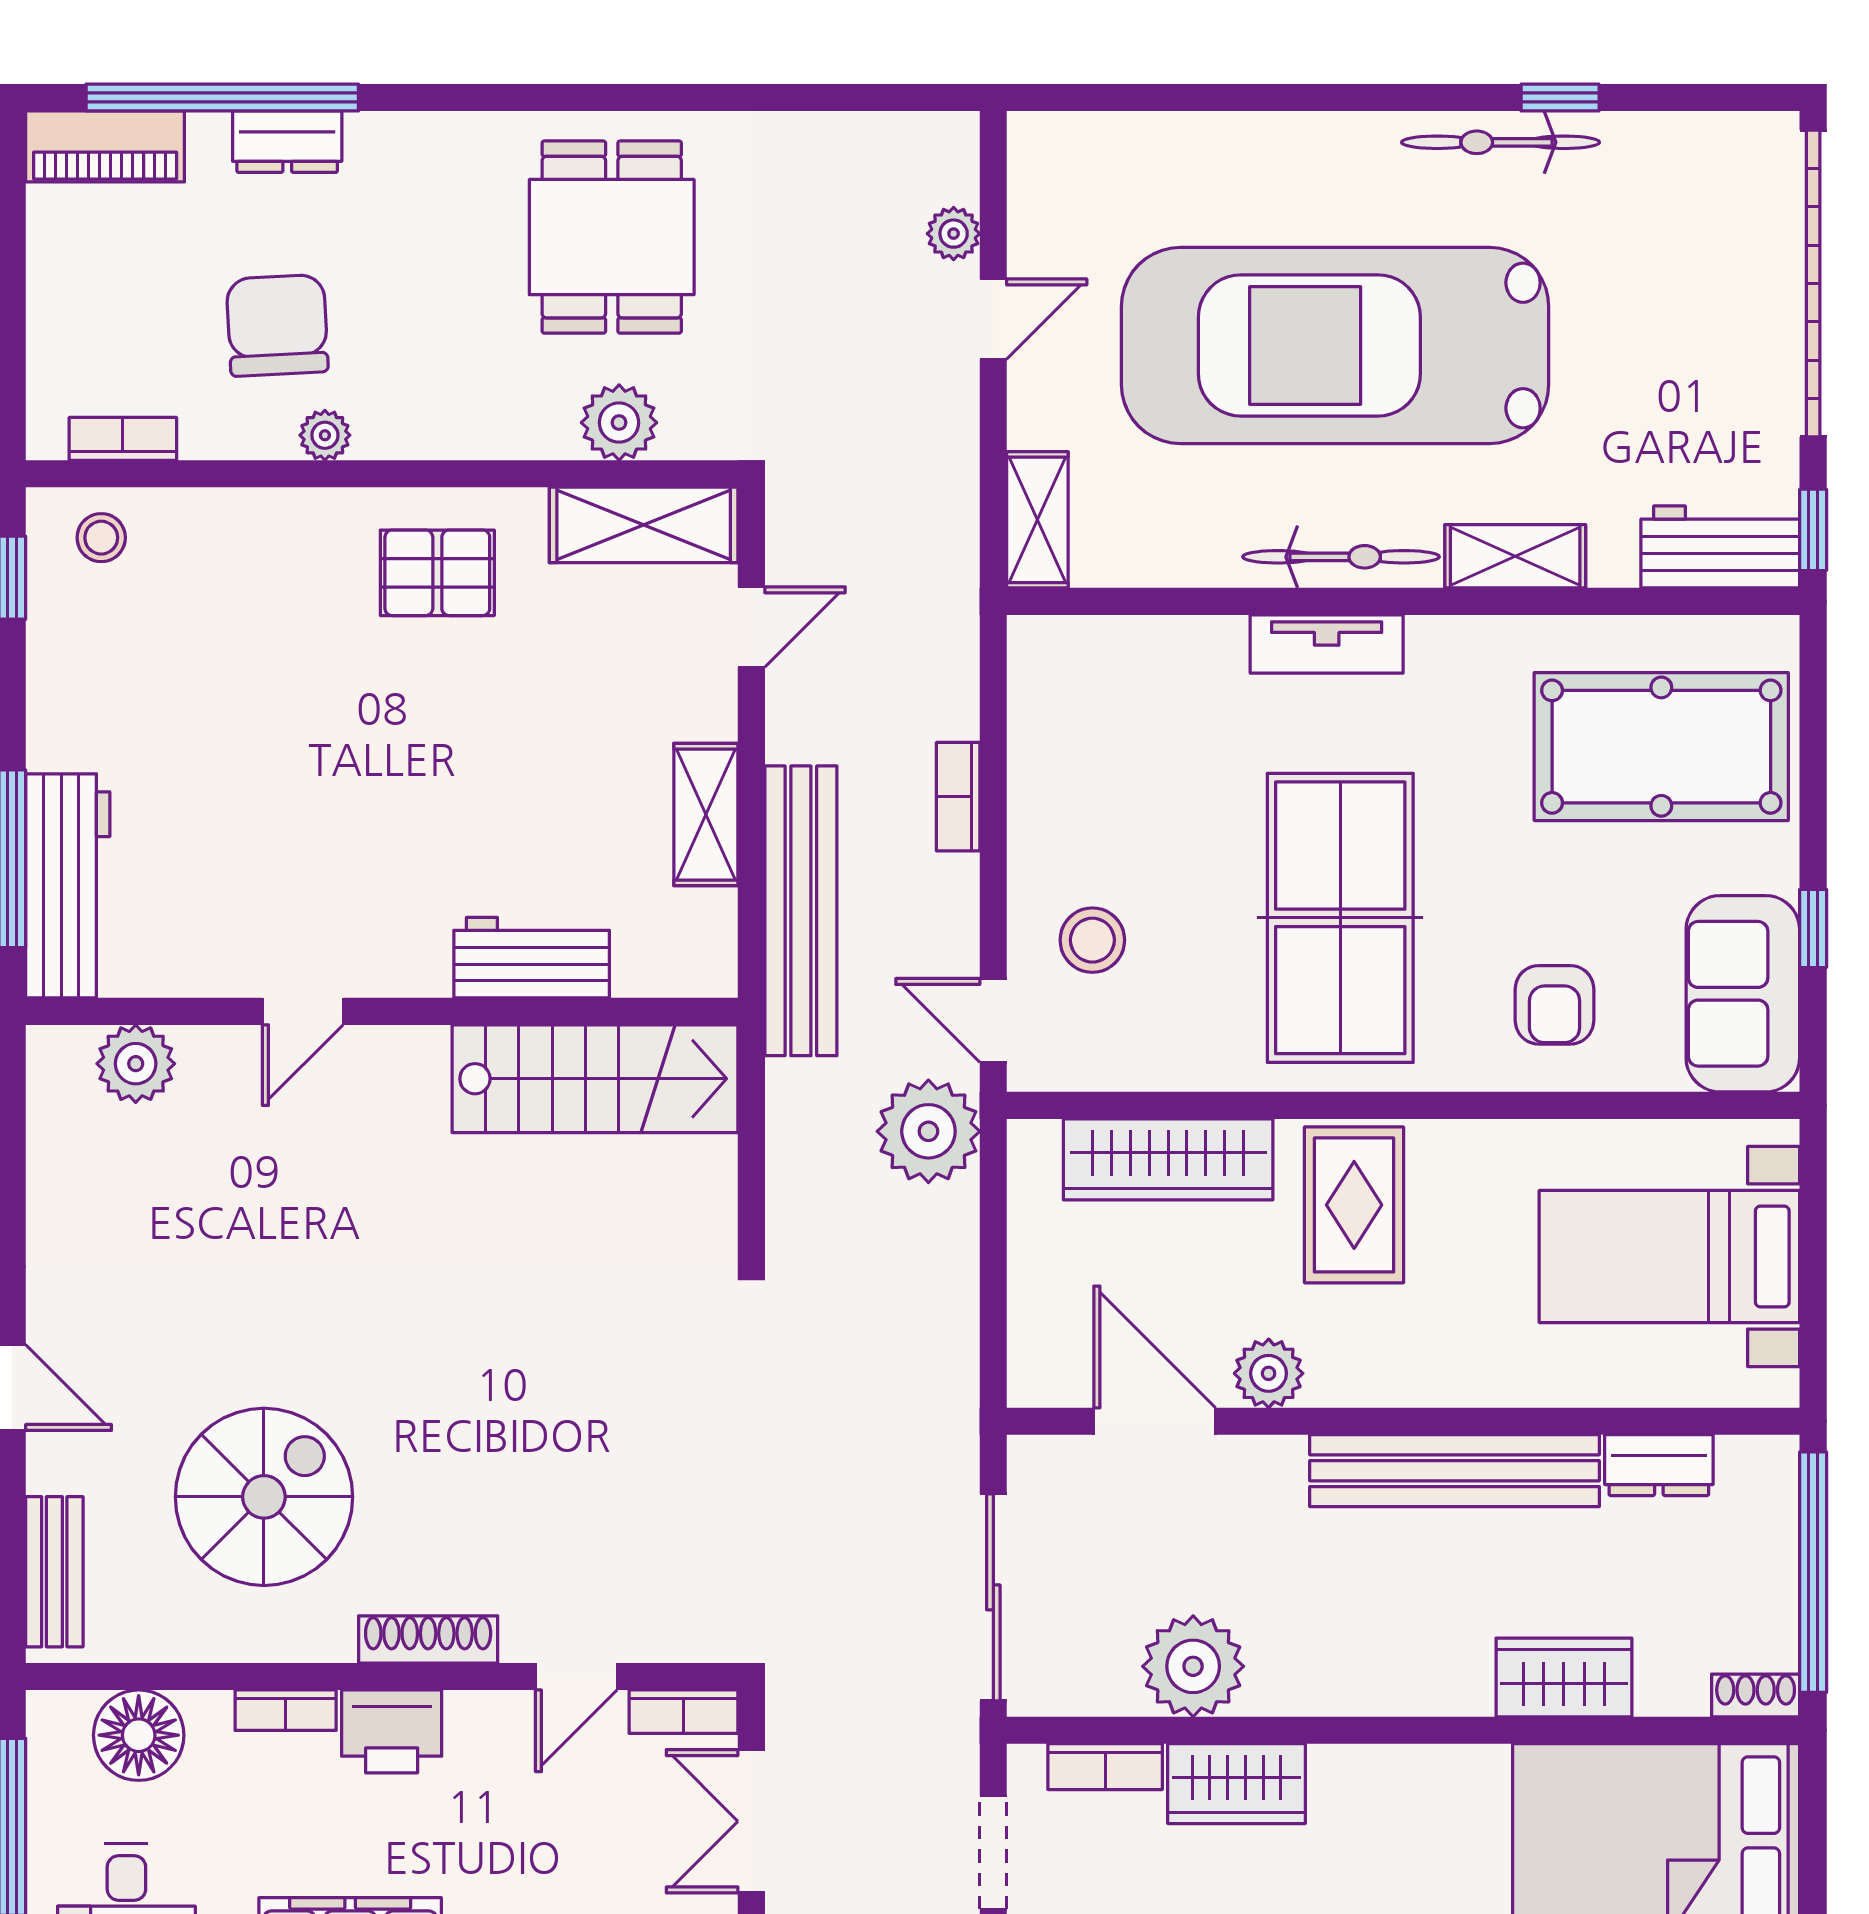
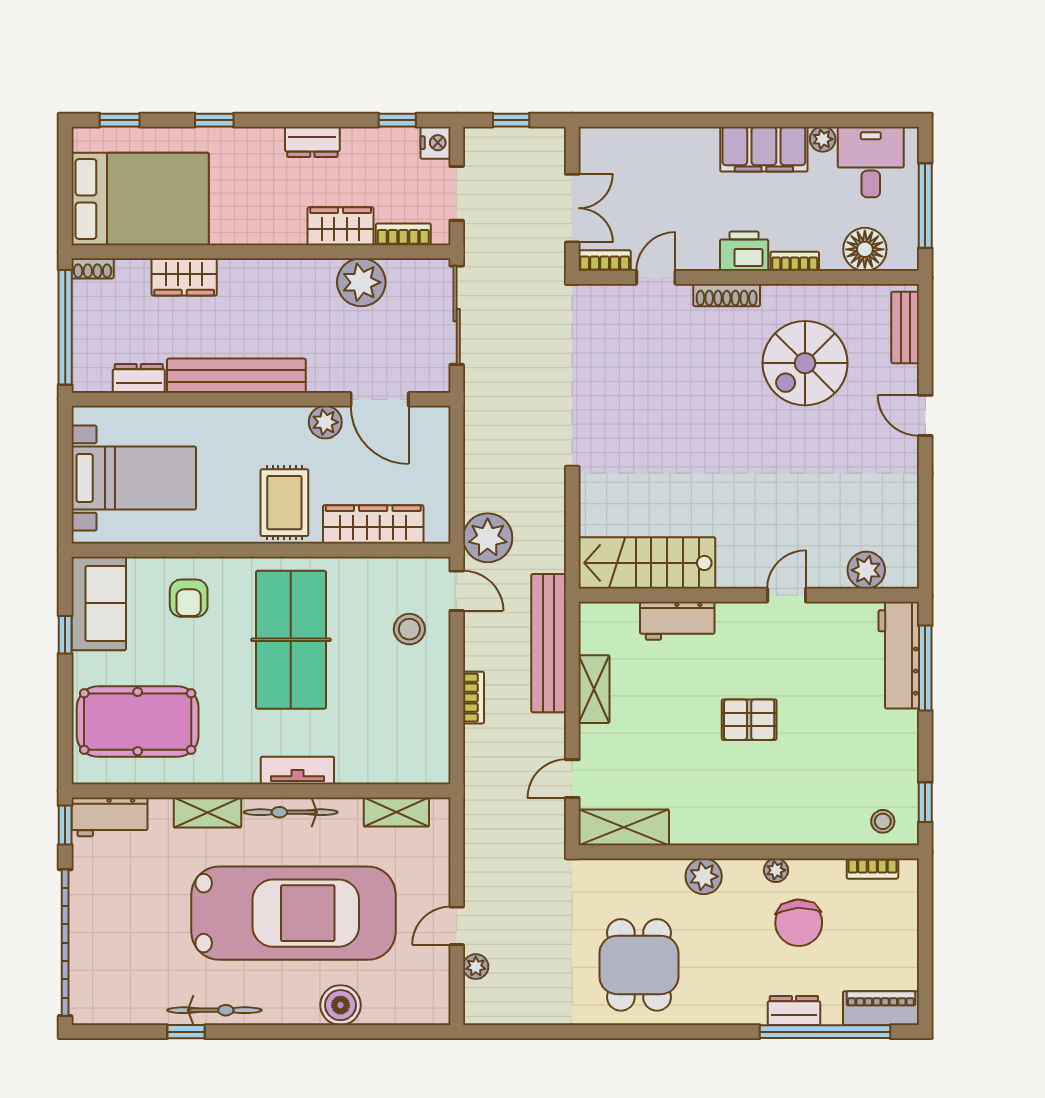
boiler: (1237, 153) -> (341, 1005), added
plant: (619, 423) -> (704, 876), moved
shelving: (1037, 520) -> (396, 812), moved, turned 90
pallet: (437, 573) -> (749, 720), moved
armchair: (1555, 1005) -> (189, 598), turned 180

